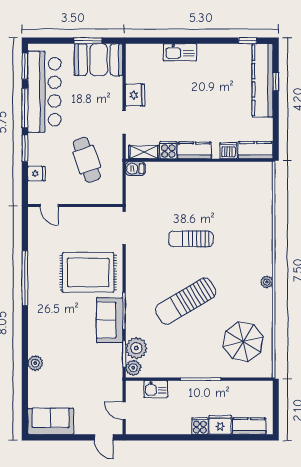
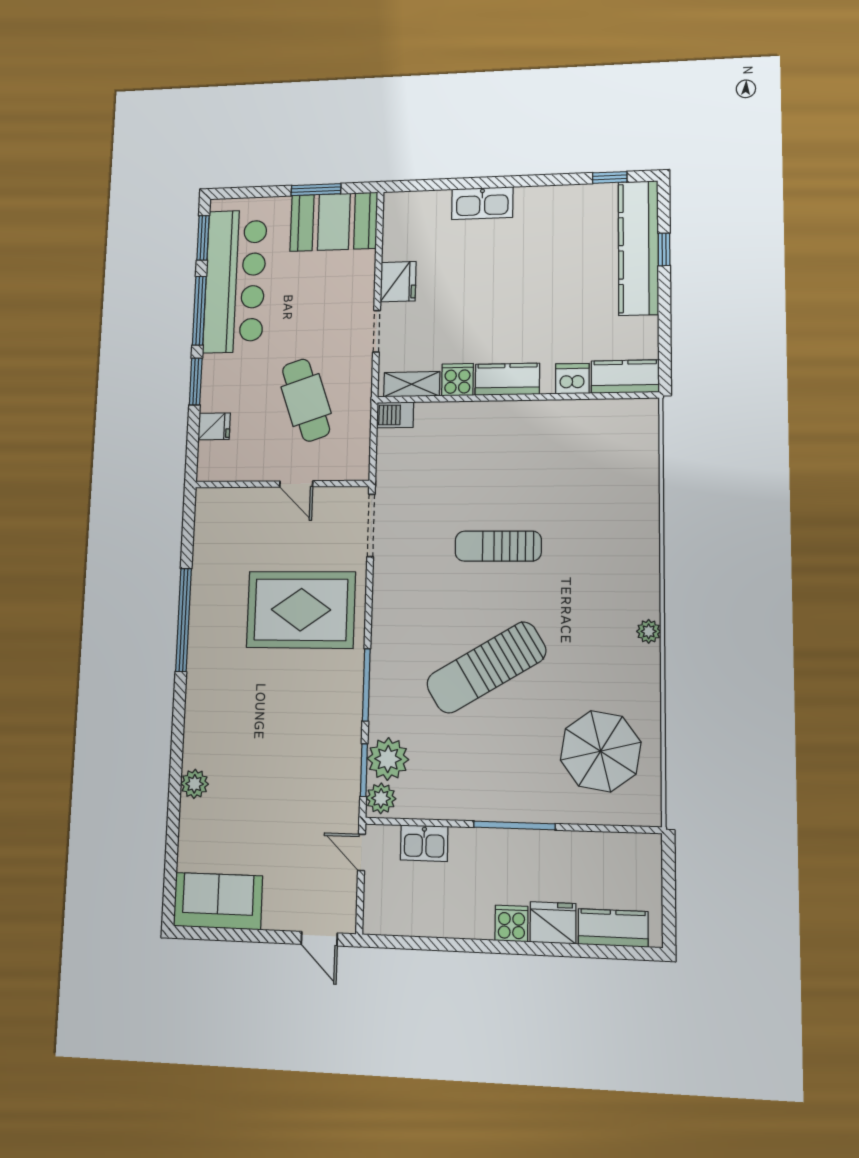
door: (49, 205) -> (296, 484), moved
sofa: (110, 320) -> (338, 703), removed
door: (124, 411) -> (362, 852), moved

